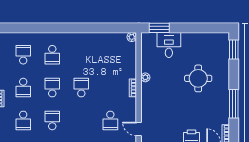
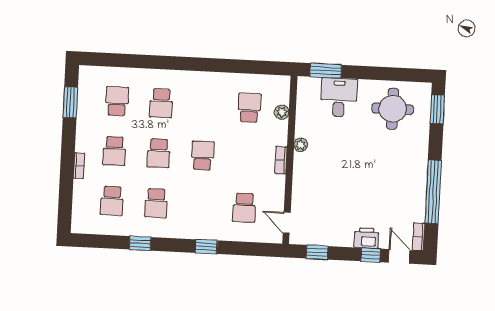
plant: (132, 37) -> (282, 112), moved
school desk: (110, 55) -> (249, 108), added
round table: (198, 78) -> (393, 109), moved
school desk: (52, 88) -> (159, 153), turned 180
window: (234, 104) -> (433, 192), width x1.46
school desk: (52, 120) -> (156, 203), turned 180

